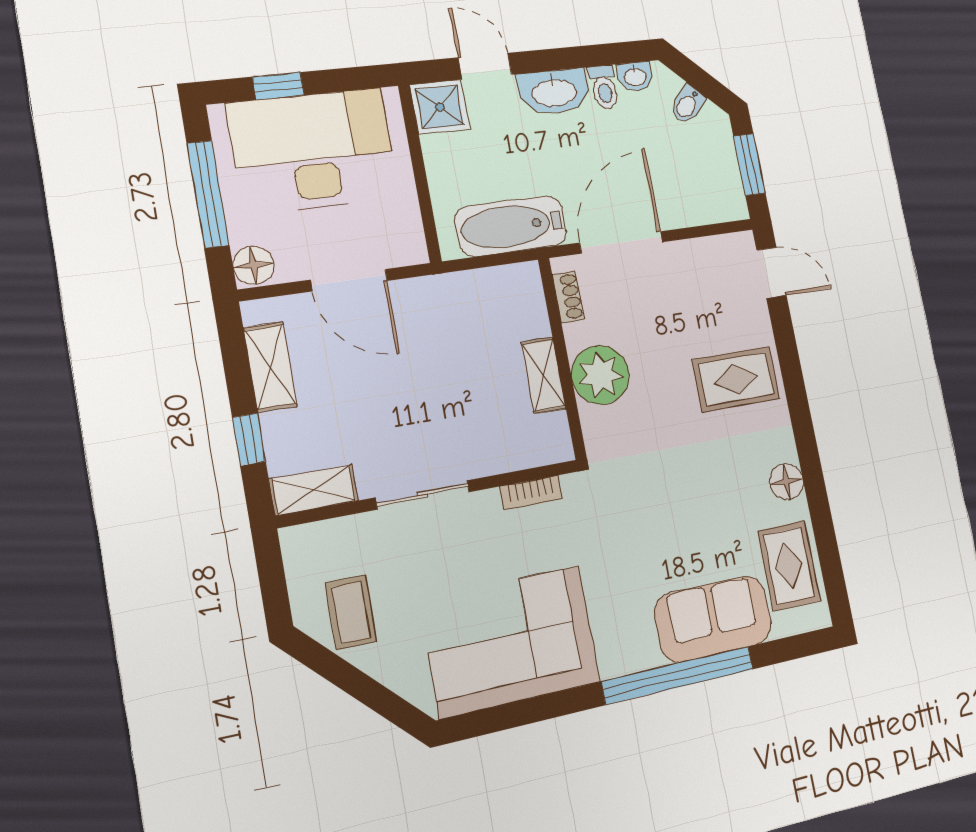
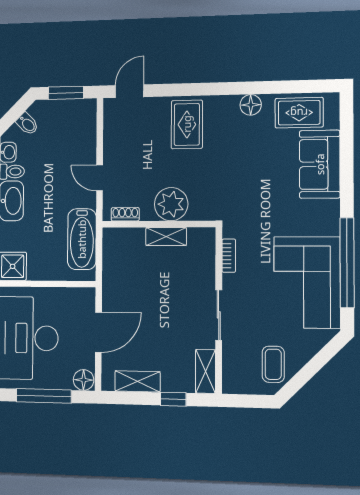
door: (621, 242) -> (100, 178), width x0.53
coffee table: (351, 612) -> (273, 364), turned 90
window: (678, 675) -> (347, 263), moved

